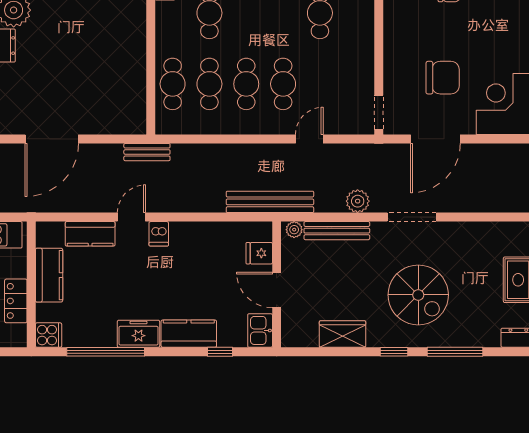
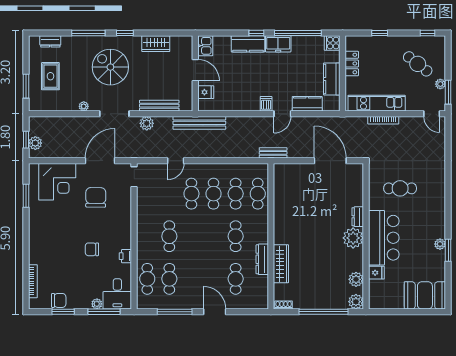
chair: (443, 78) -> (96, 197), turned 91
door: (52, 139) -> (330, 161), hinge flipped
plant: (294, 230) -> (84, 106), moved
window: (220, 352) -> (256, 33), moved

